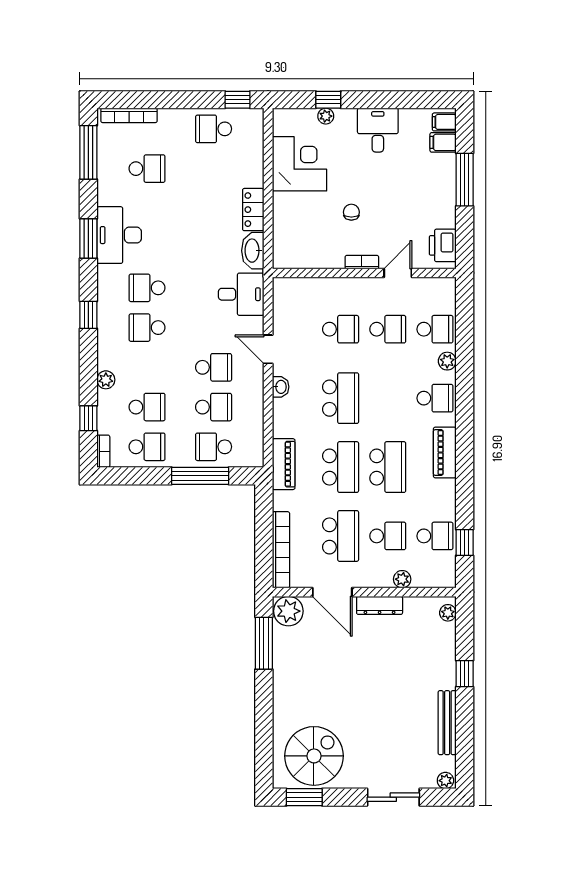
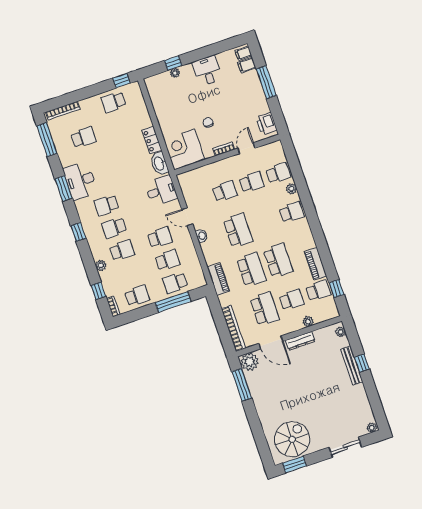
corner desk: (299, 164) -> (184, 149), moved, turned -90
school desk: (147, 407) -> (122, 250), moved
piano: (445, 452) -> (315, 264), moved
bench: (447, 723) -> (352, 366), moved

